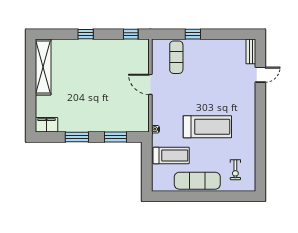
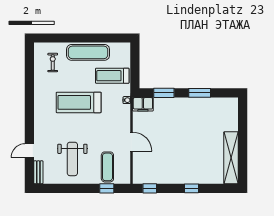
window: (193, 34) -> (107, 188), moved
weight bench: (214, 66) -> (72, 159), added
filing cabinet: (46, 125) -> (143, 104), moved

